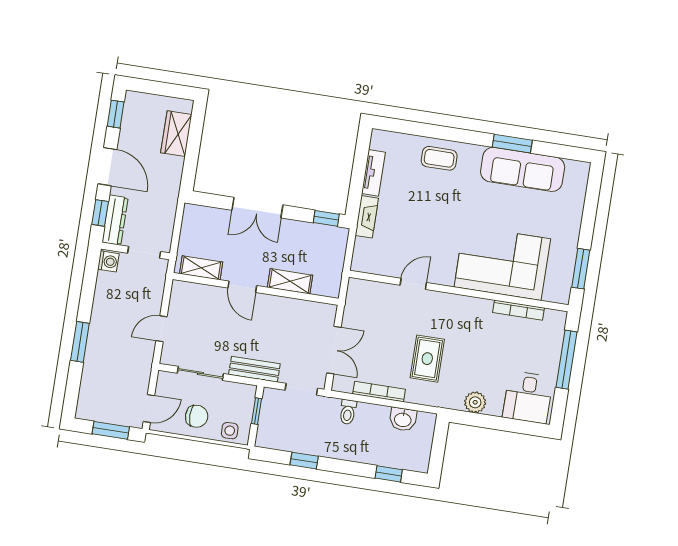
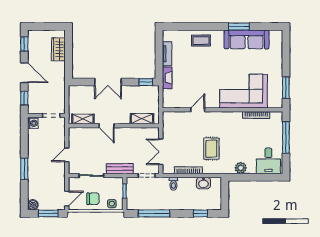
dresser: (115, 220) -> (33, 101), removed
shelving: (290, 281) -> (142, 119), moved
double door: (334, 350) -> (161, 152), swing flipped
boiler: (85, 410) -> (33, 205), added
window: (304, 461) -> (154, 213), width x2.17

